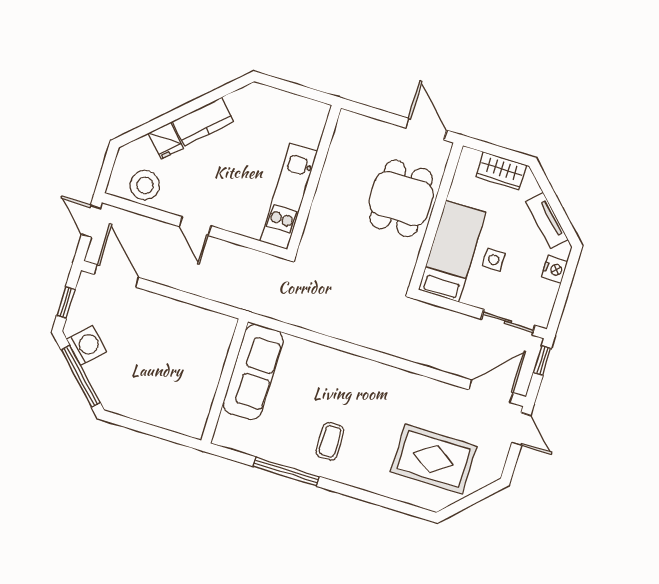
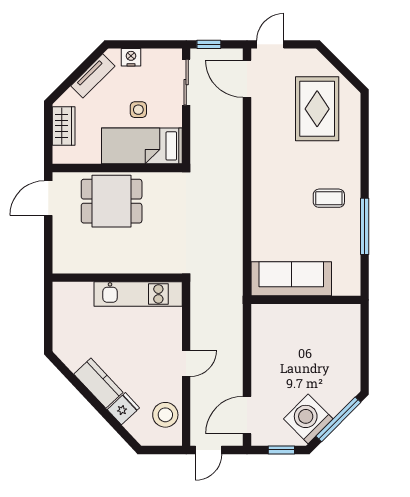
washing machine: (87, 345) -> (308, 419), width x1.37, depth x1.37

